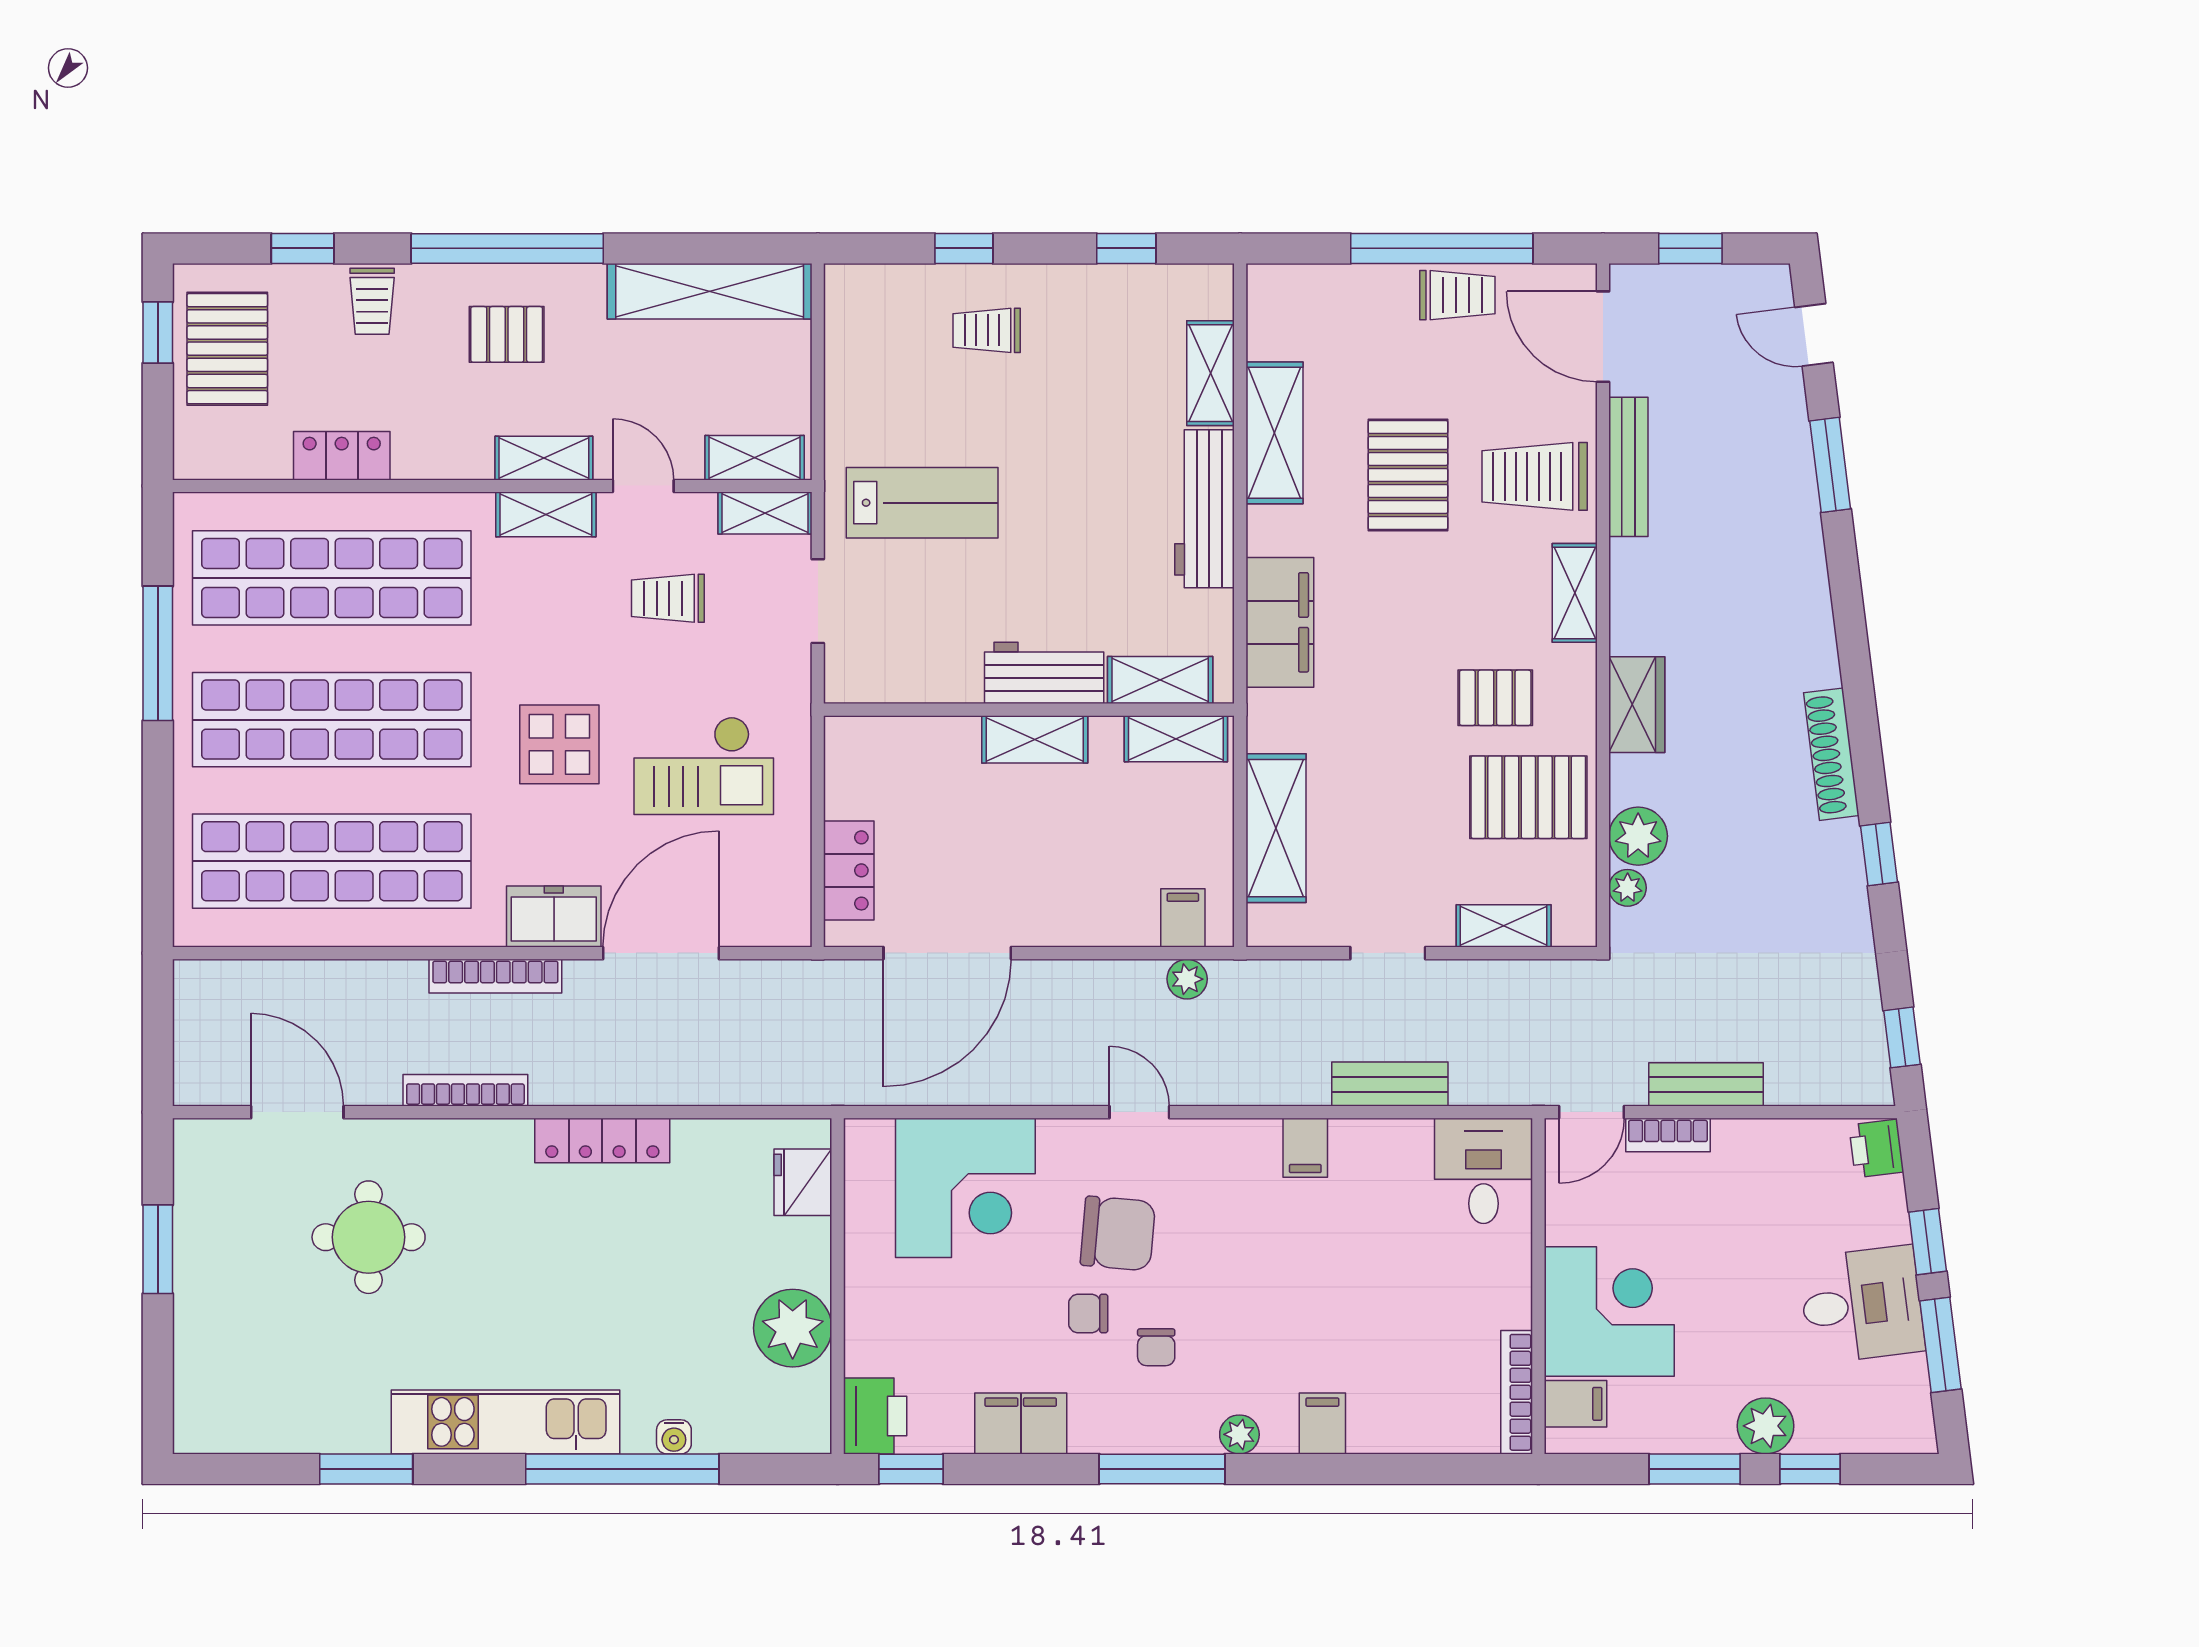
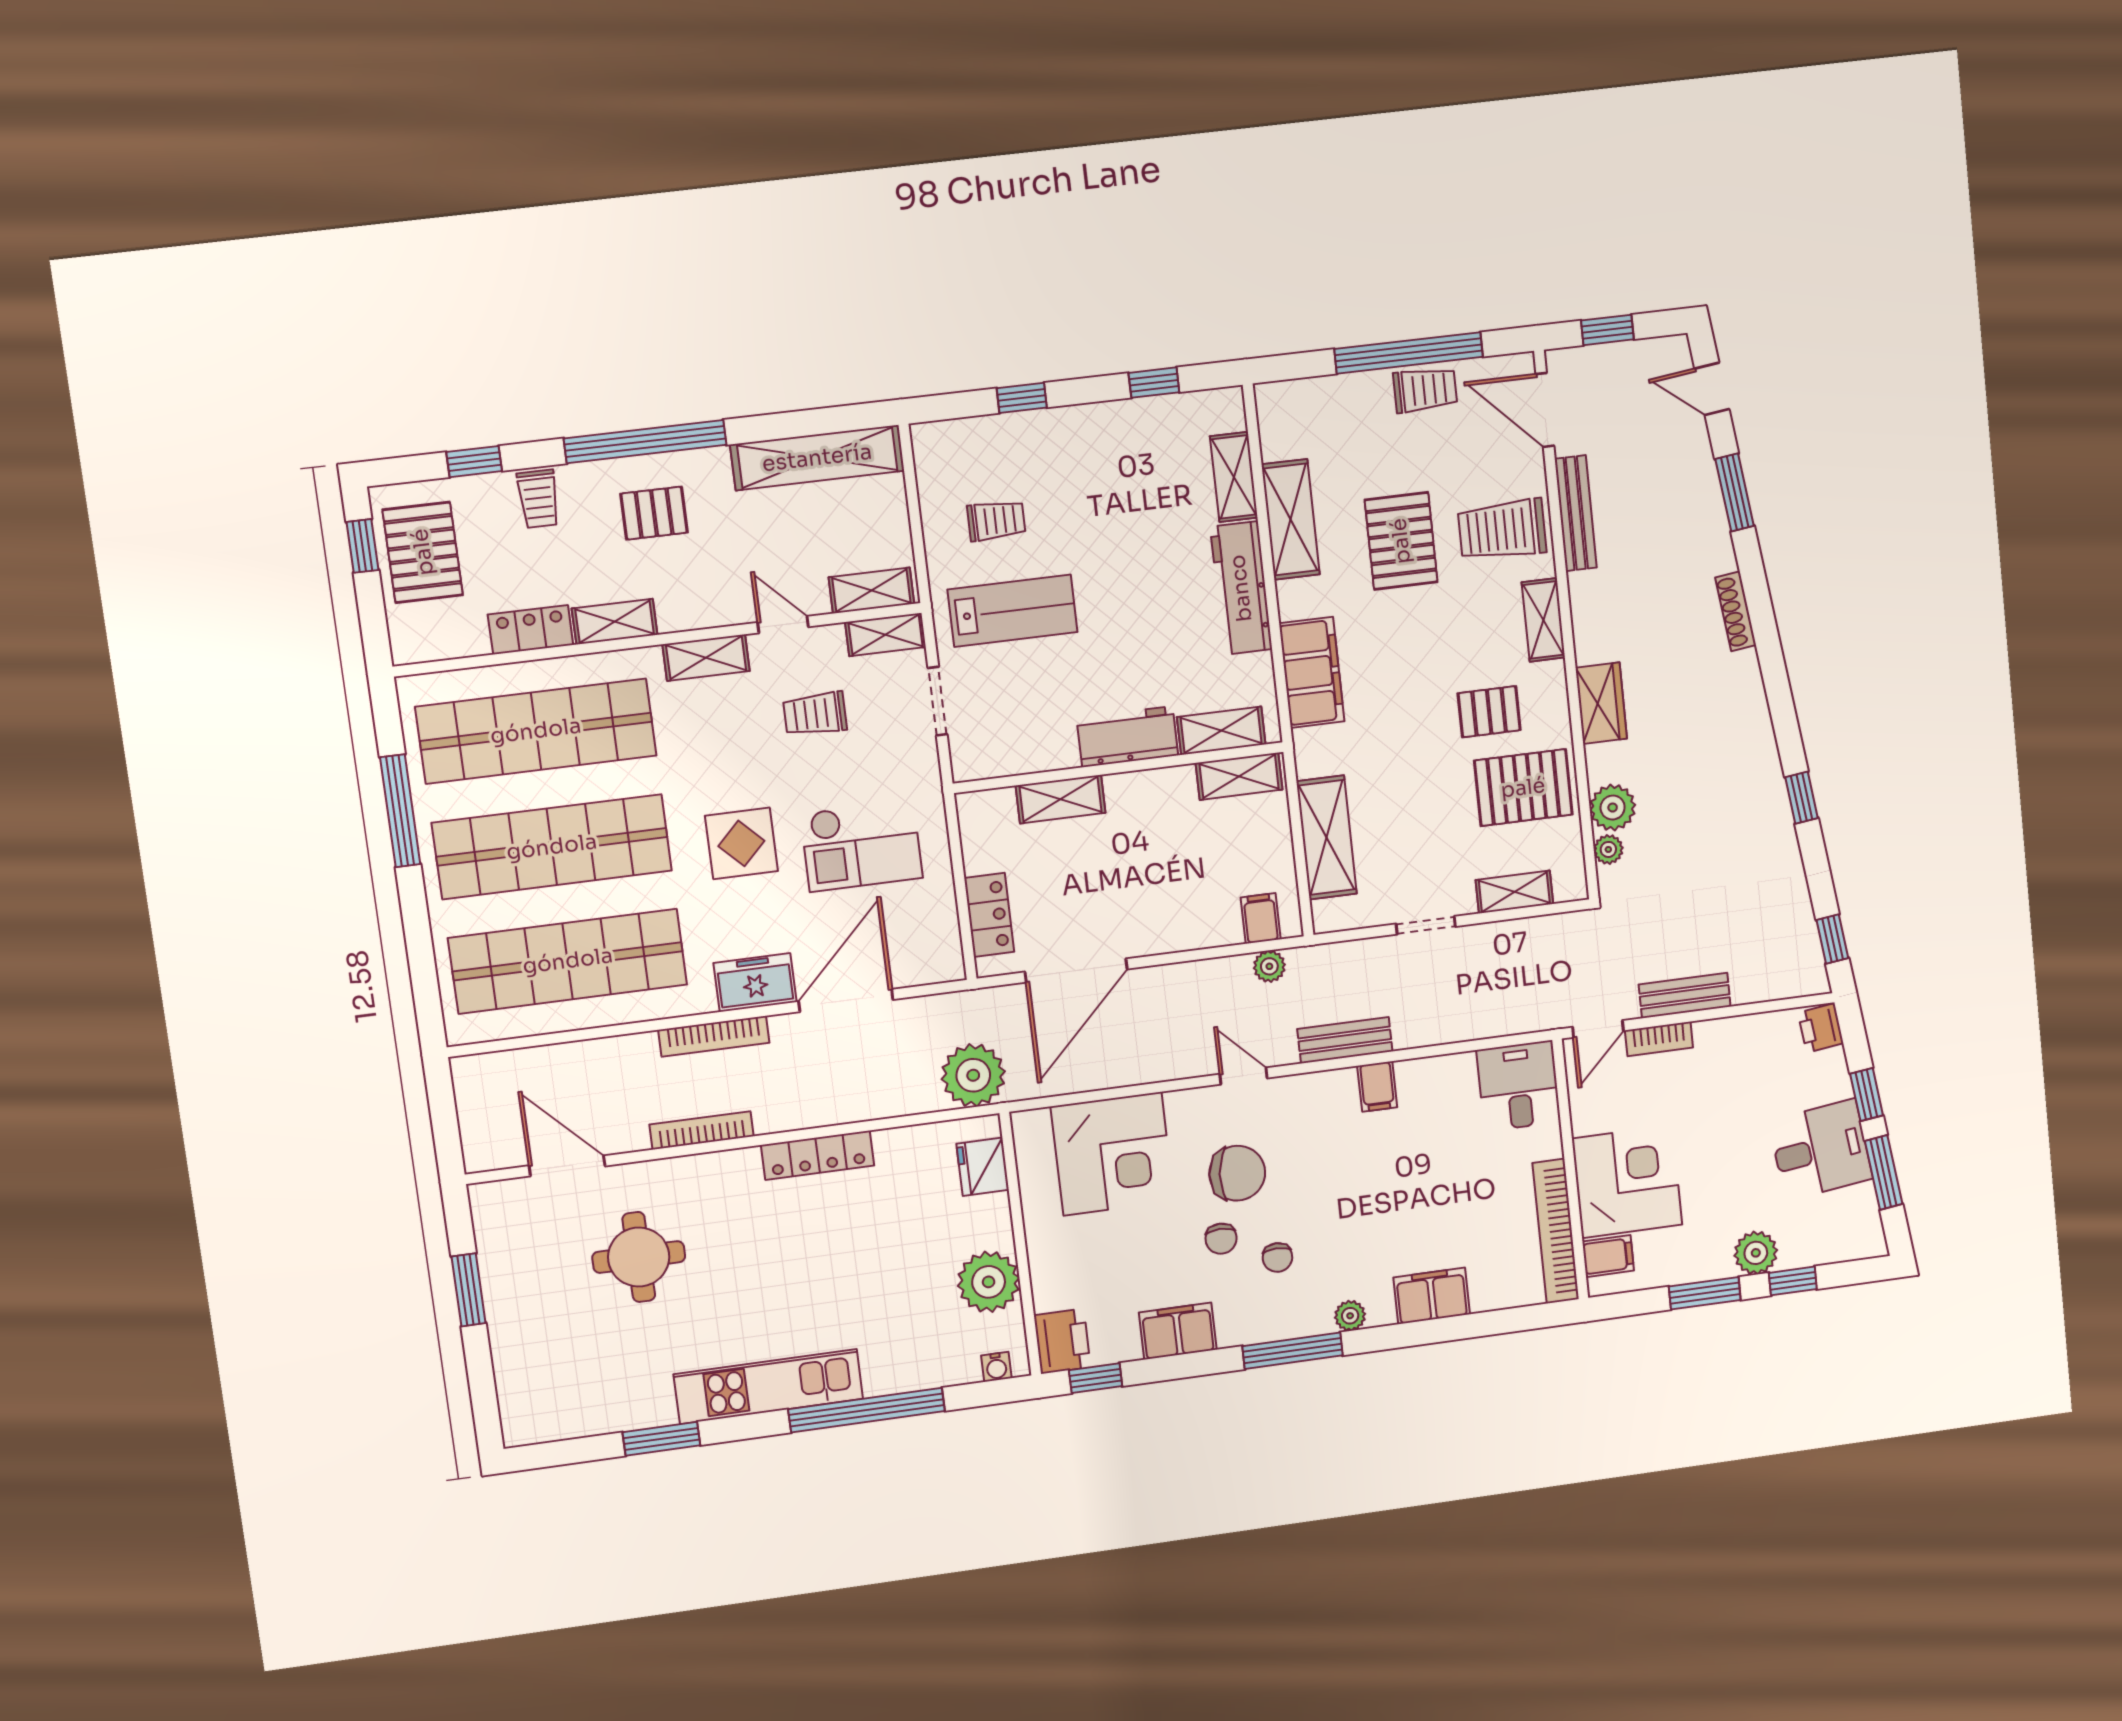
trolley: (987, 330) -> (996, 520), moved, turned 180
shelving: (544, 458) -> (615, 622), moved
shelving: (1035, 739) -> (1061, 799), moved
shoe rack: (1831, 754) -> (1736, 611), moved, width x0.74, depth x0.81
plant: (805, 1066) -> (973, 1075), added
bench: (1390, 1084) -> (1345, 1040), moved
chair: (1088, 1314) -> (1221, 1239), turned -90
bookcase: (1517, 1392) -> (1556, 1231), width x1.48, depth x1.31
filing cabinet: (1322, 1423) -> (1432, 1296), width x2.00
water cooler: (674, 1437) -> (996, 1367), moved

